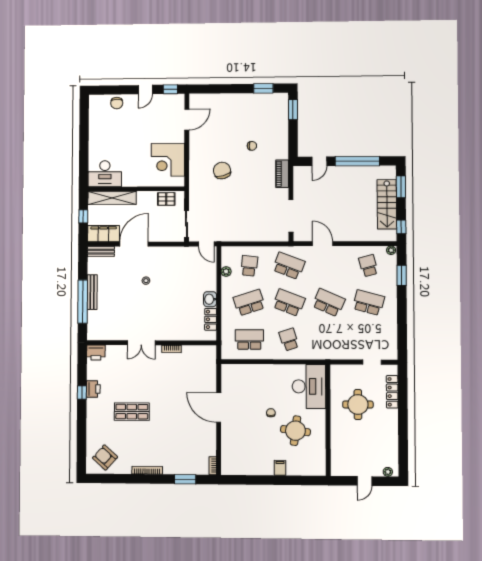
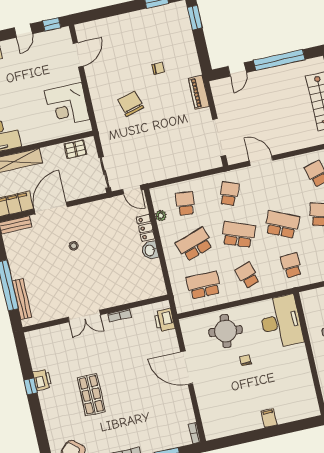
school desk: (289, 266) -> (229, 194), width x0.54
bench: (92, 292) -> (22, 299), moved
locker: (211, 319) -> (146, 228), moved
school desk: (329, 340) -> (291, 265), added
printer: (96, 352) -> (164, 320), moved, turned 90
shop shelf: (132, 412) -> (91, 395), turned 90
round table: (295, 431) -> (226, 331), moved

